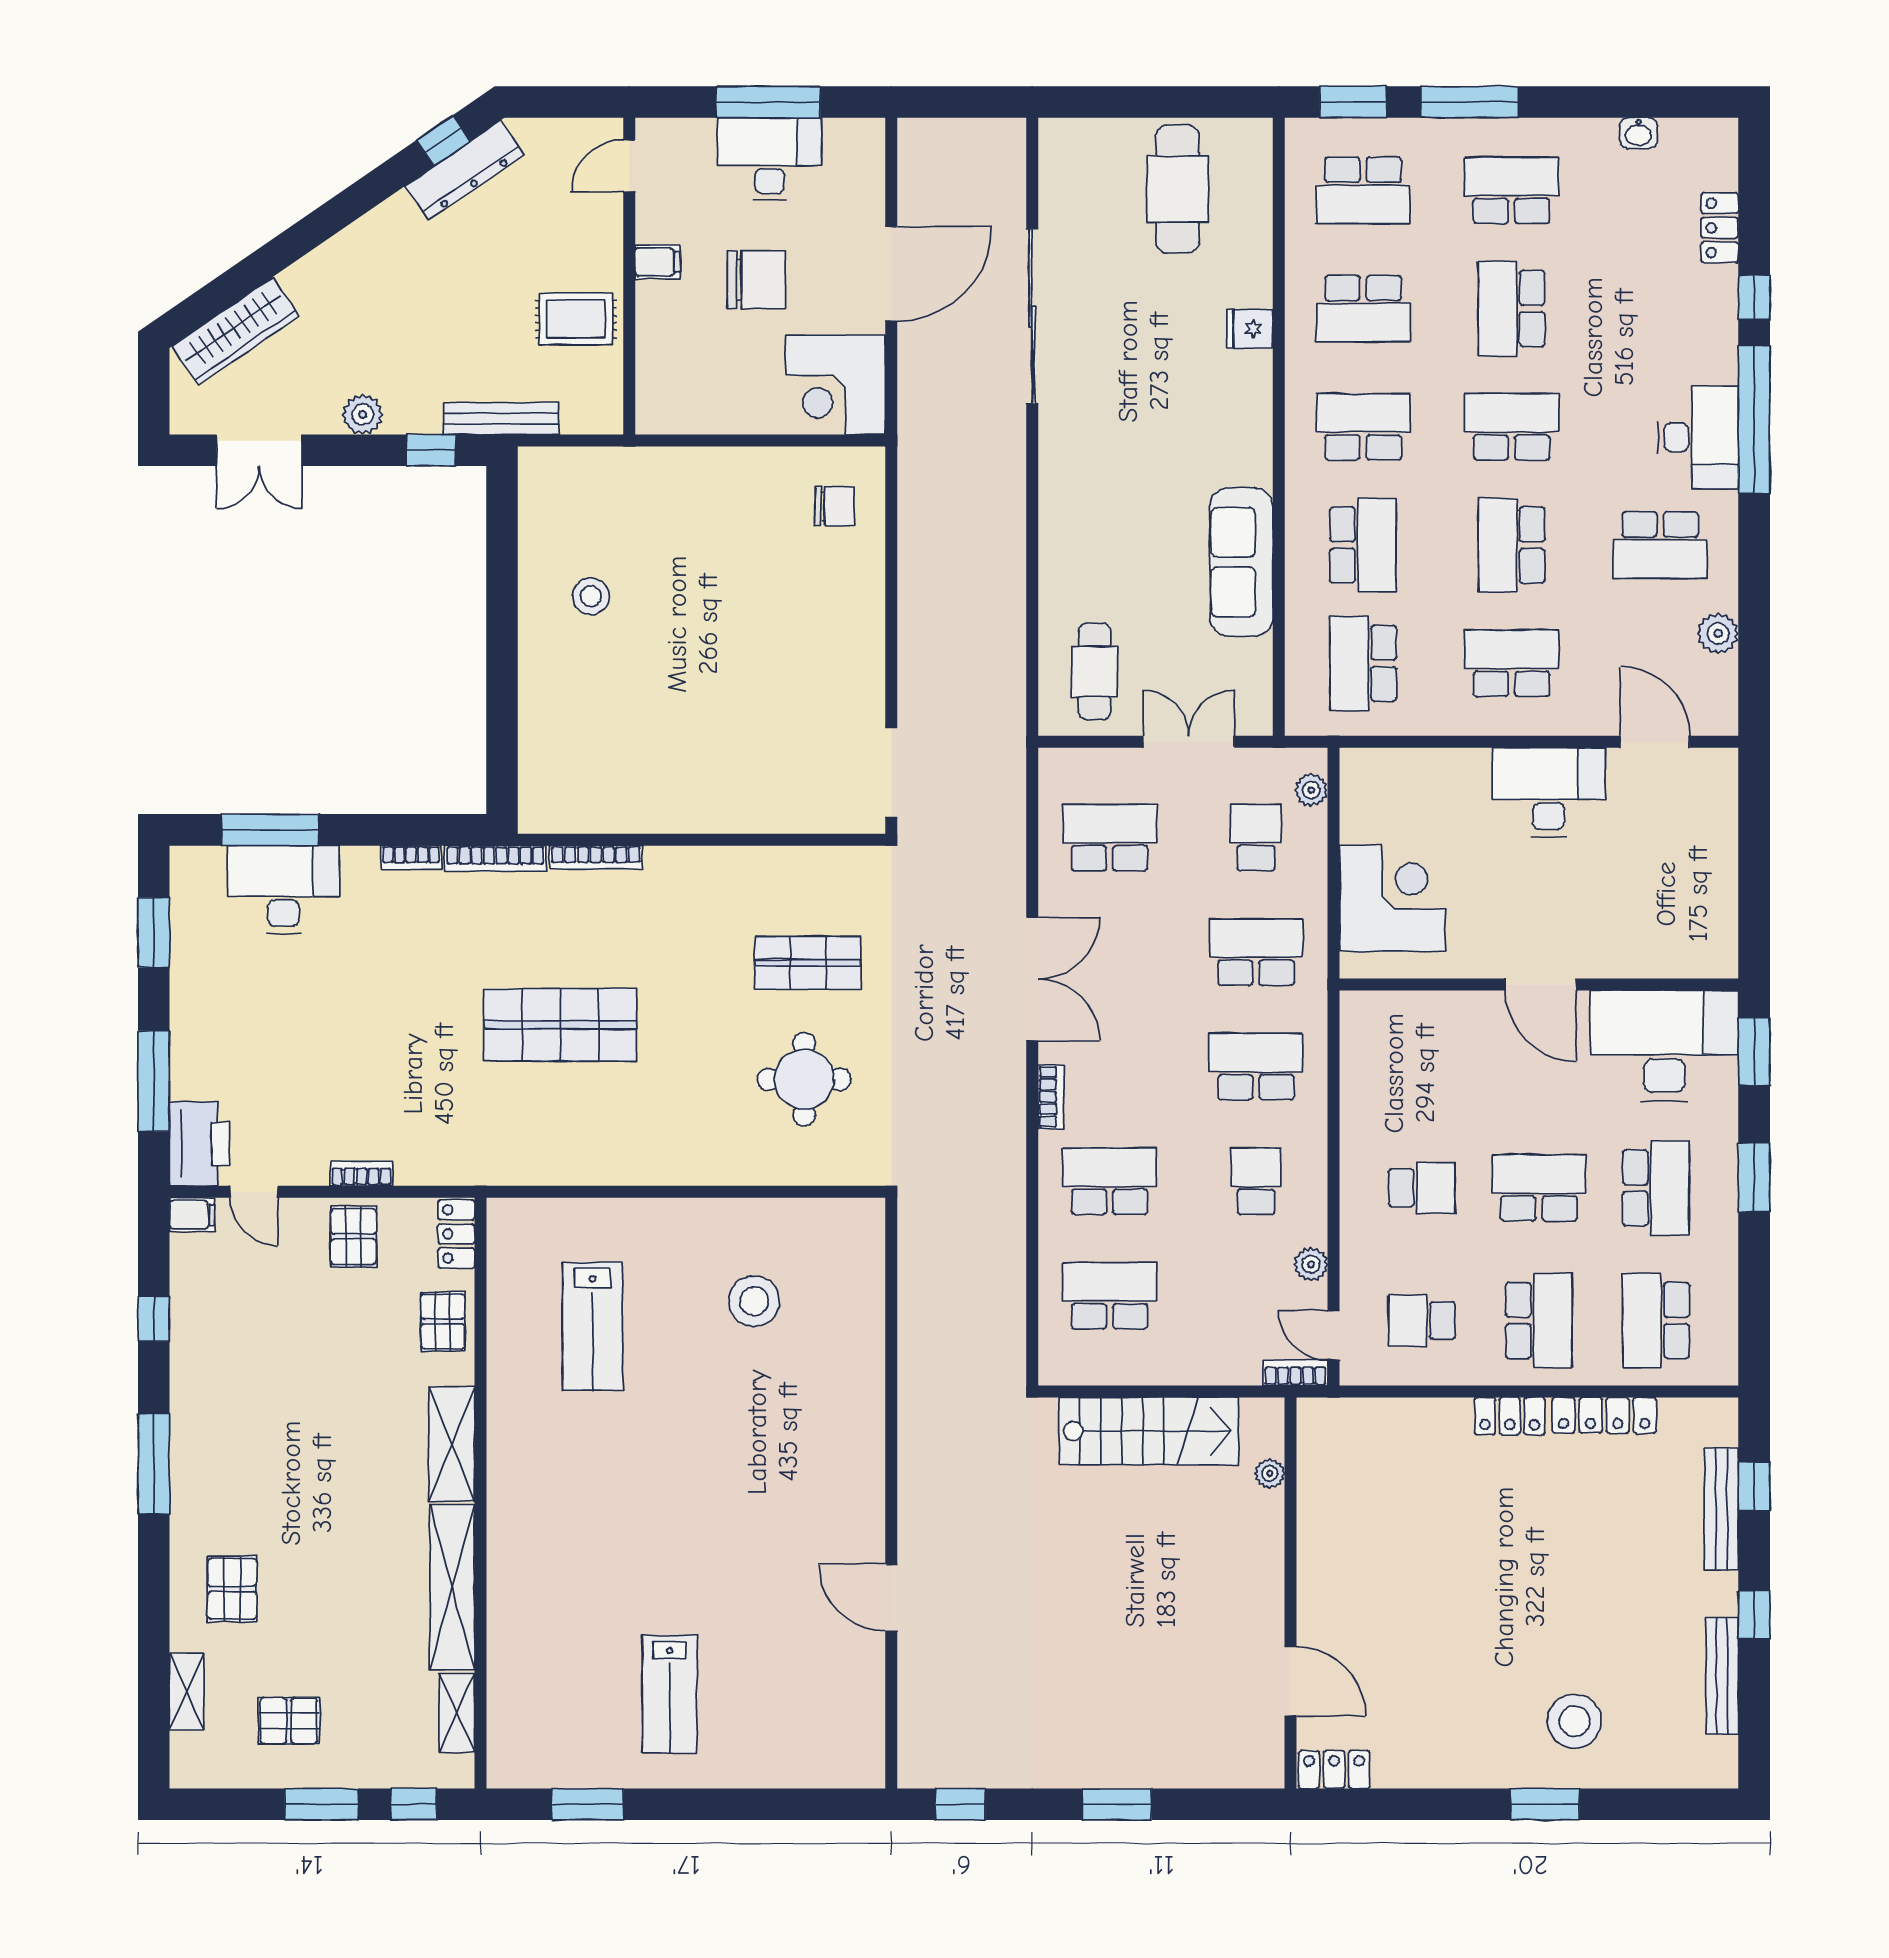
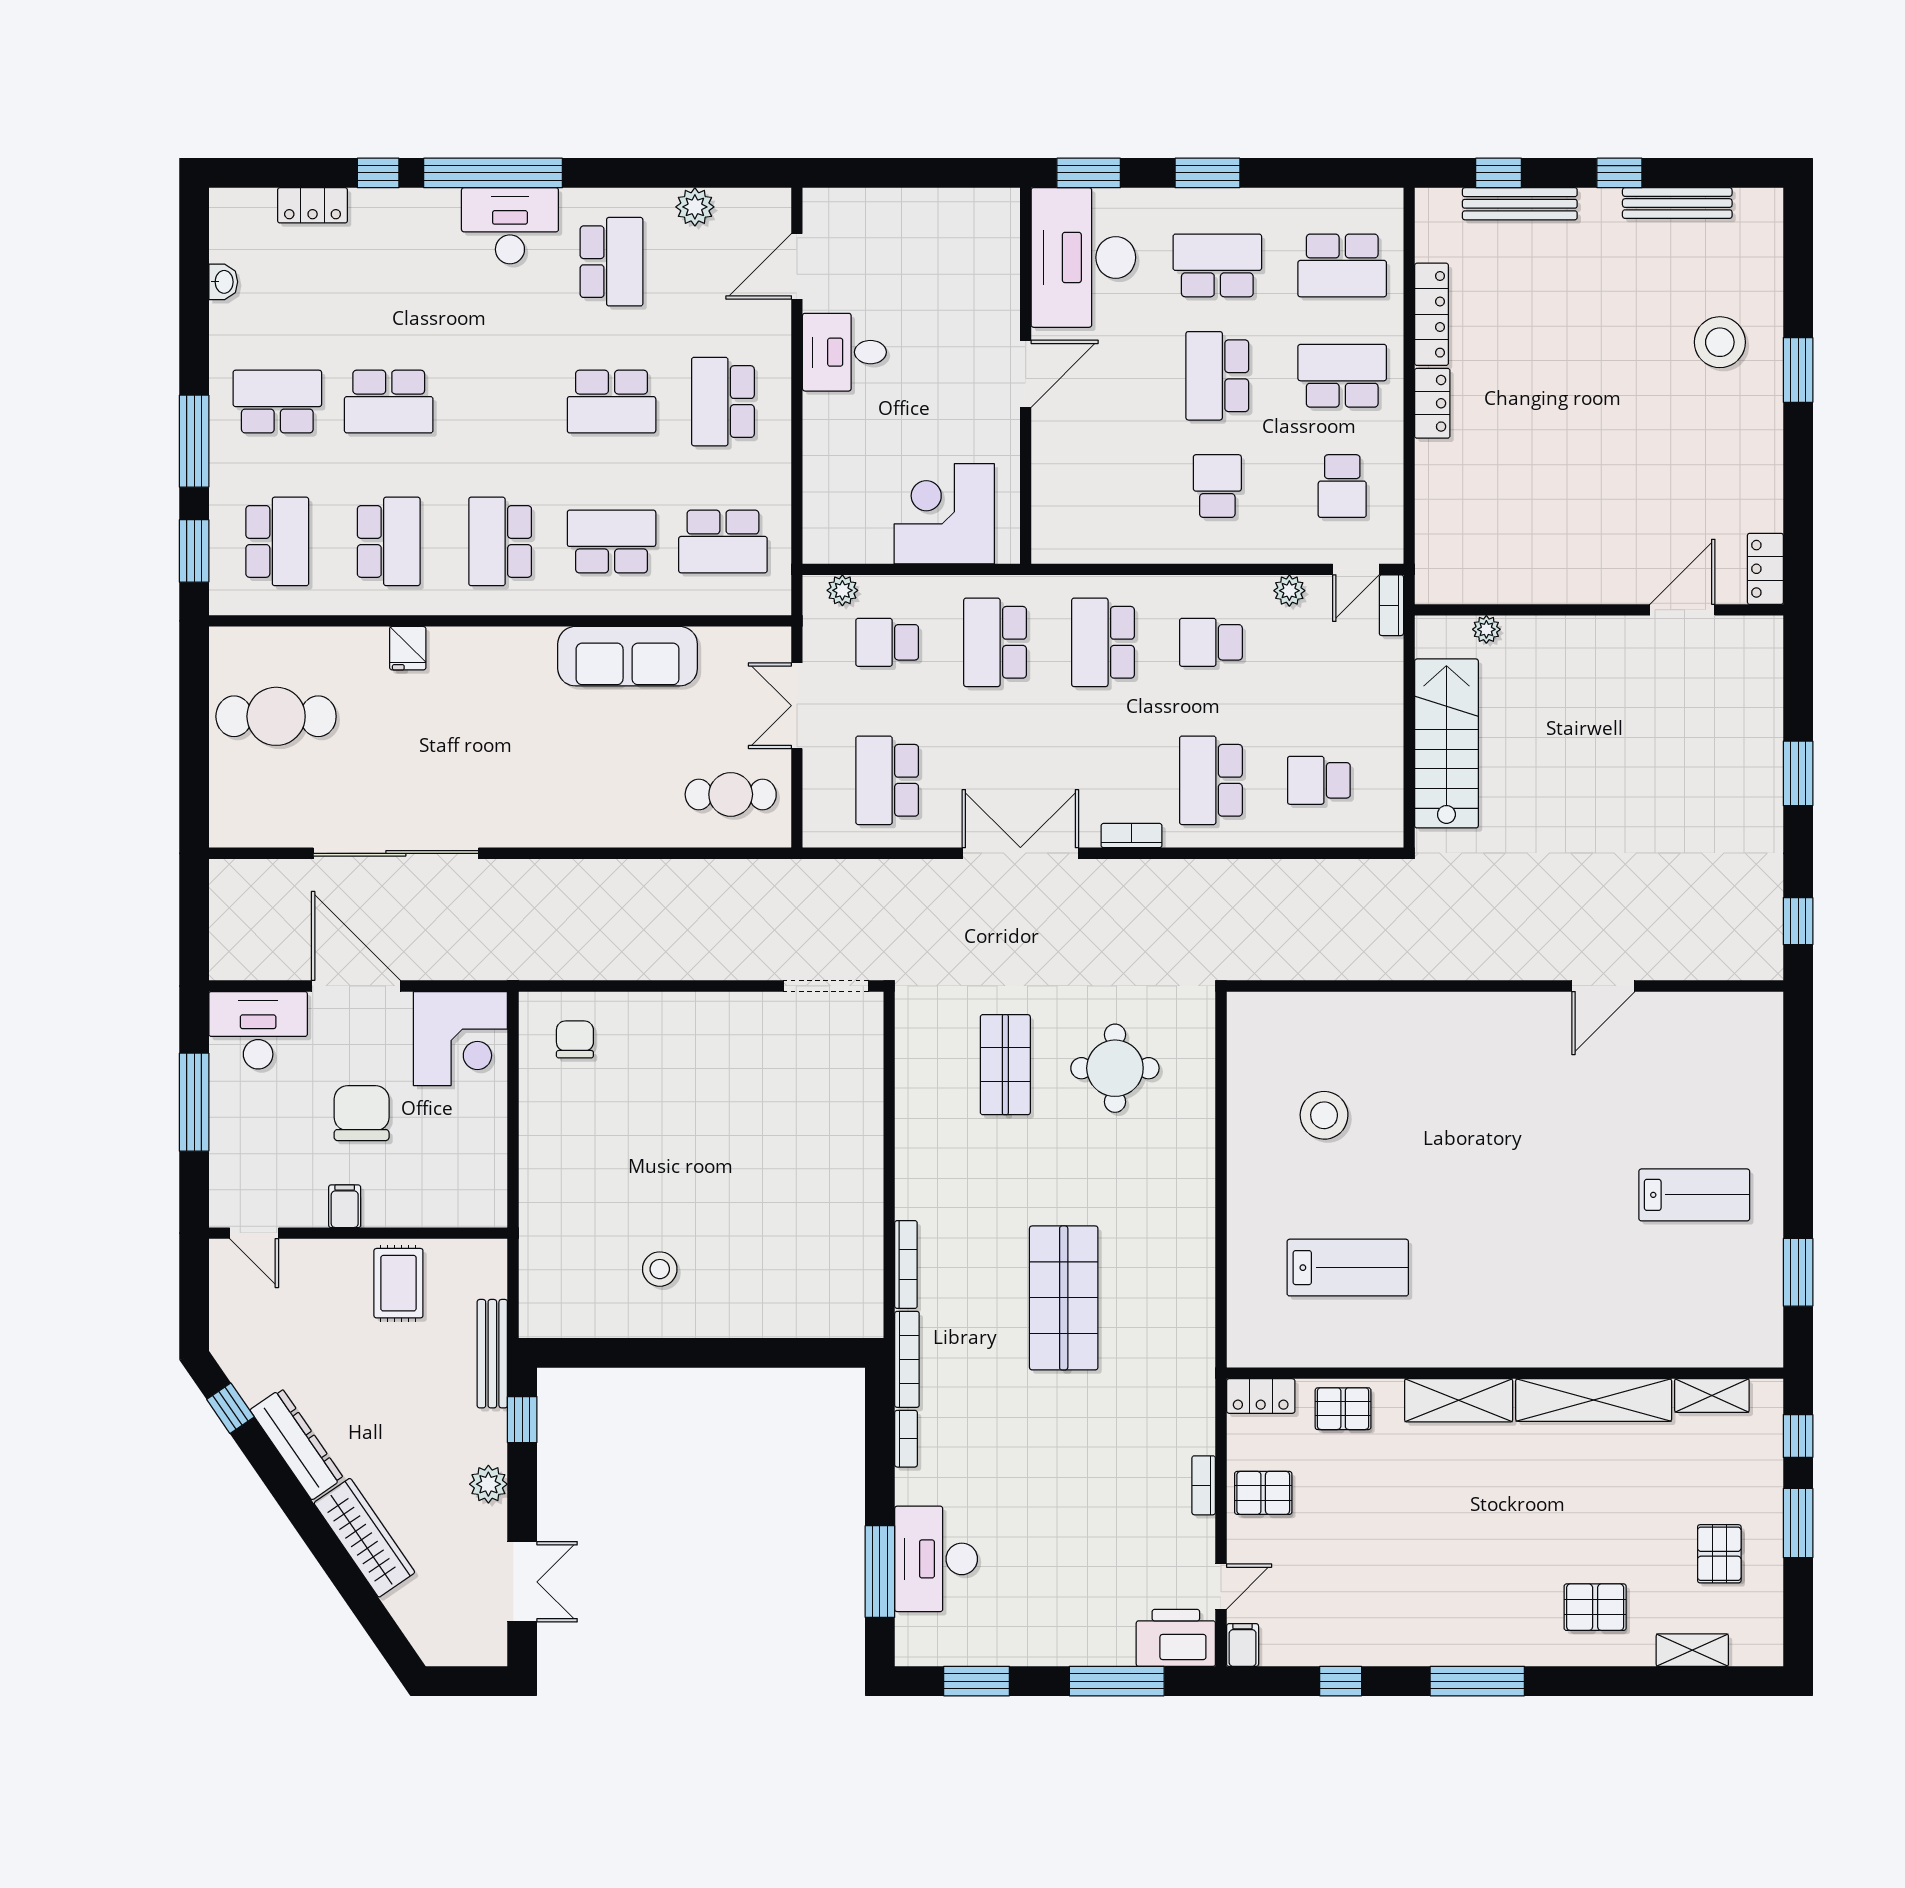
desk: (770, 159) -> (258, 1030), moved, turned 90
dresser: (465, 170) -> (297, 1444), moved
school desk: (1512, 190) -> (277, 402), turned 90
wardrobe: (235, 331) -> (364, 1538), moved
school desk: (1512, 427) -> (500, 402), removed
desk: (1549, 792) -> (844, 352), width x0.73
school desk: (1110, 1296) -> (1319, 780), width x0.54

